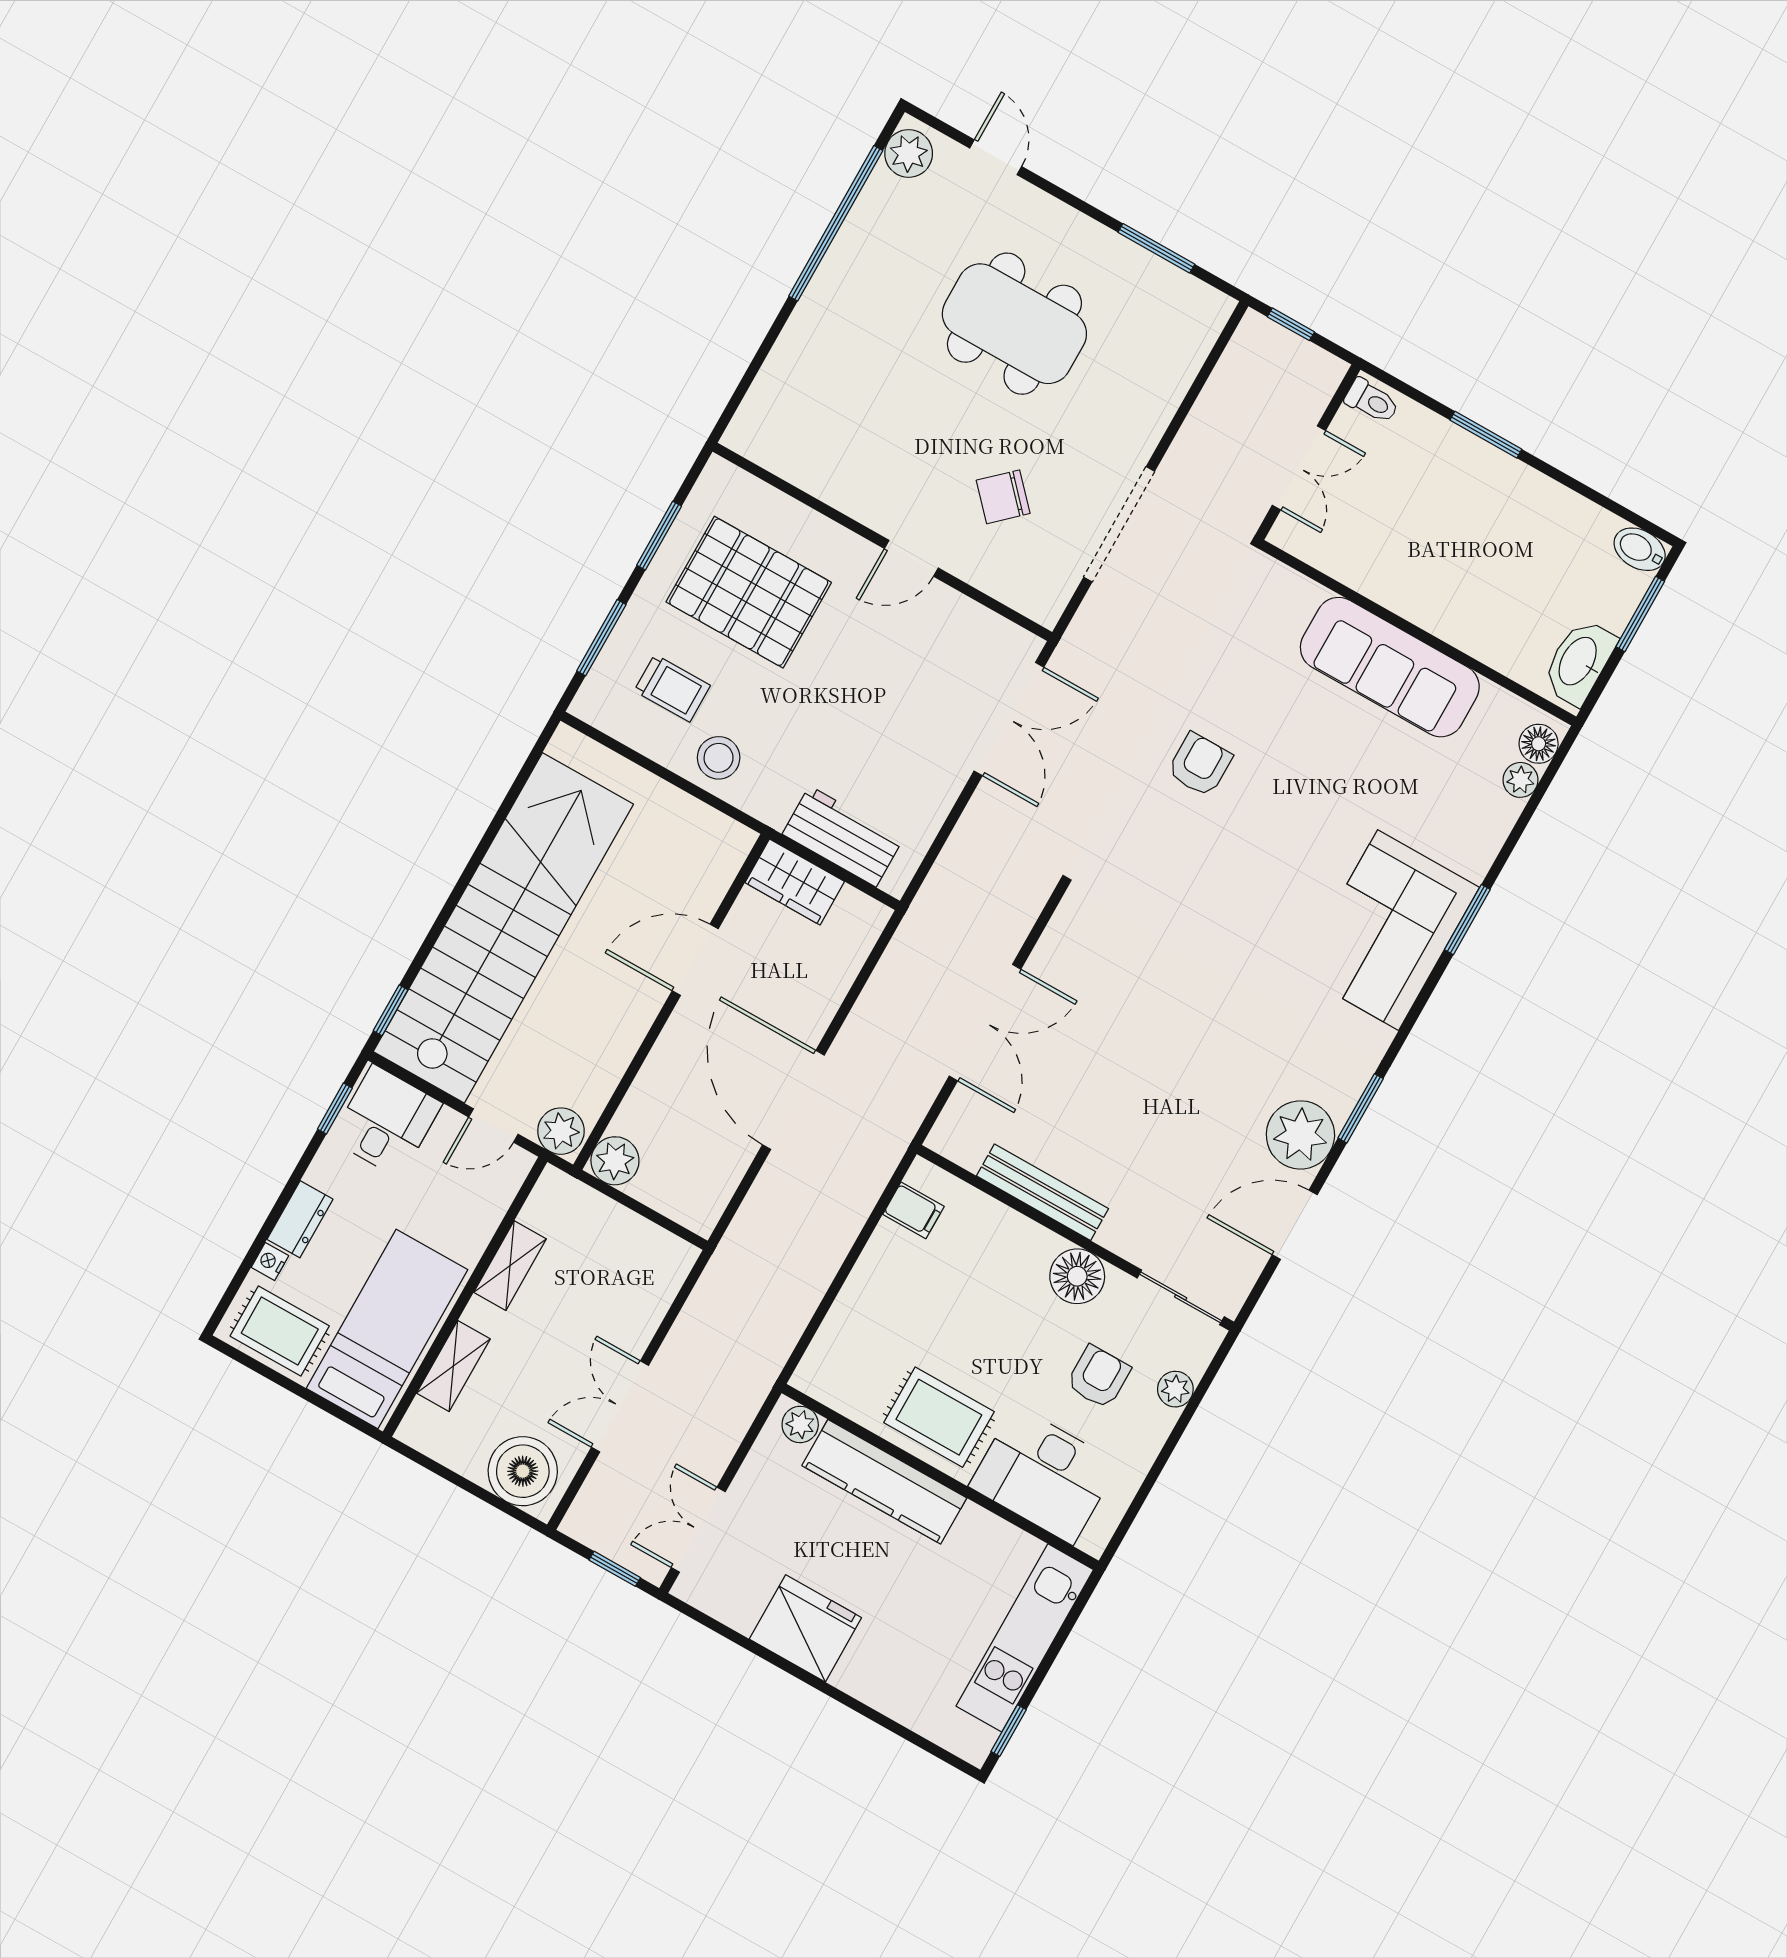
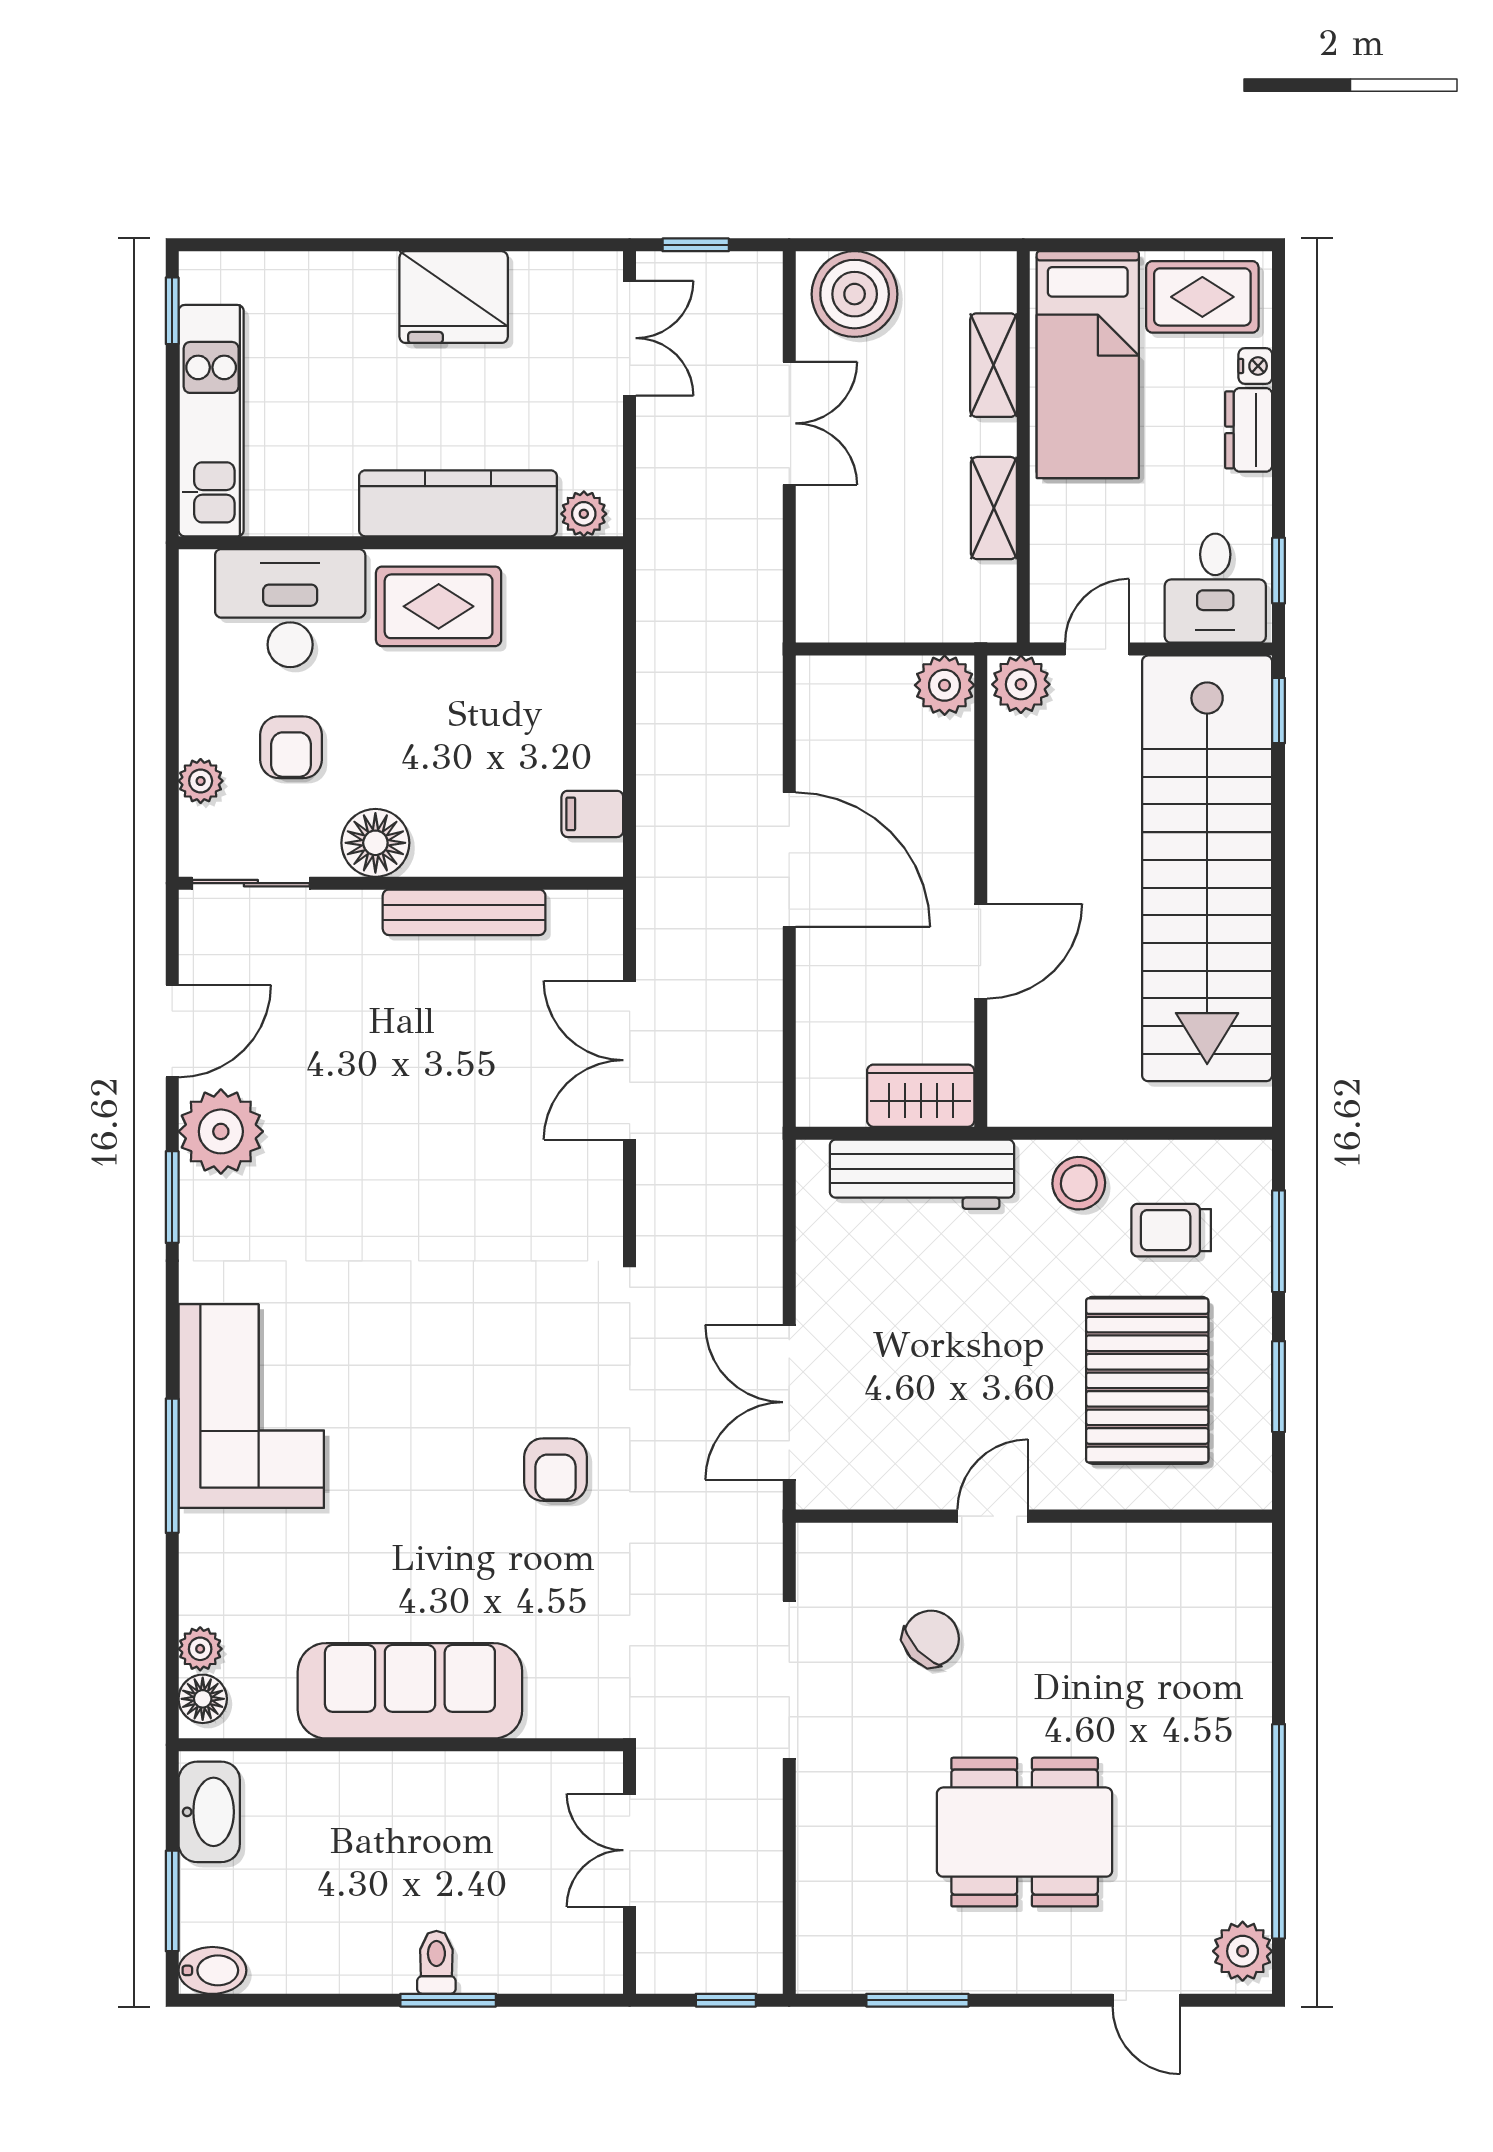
toilet: (1372, 401) -> (436, 1962), moved, turned 90
pallet: (749, 592) -> (1147, 1380), turned 90
workbench: (843, 836) -> (922, 1174), width x1.38
window: (1467, 920) -> (172, 1466), width x1.44

